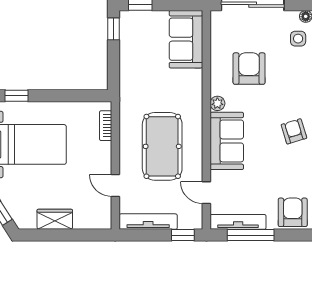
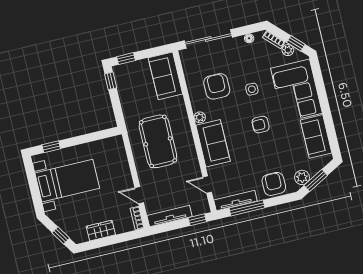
side table: (298, 39) -> (252, 89), moved
bookcase: (106, 126) -> (137, 218), moved
armchair: (294, 131) -> (261, 124), turned -73
pool table: (162, 146) -> (158, 141), moved

